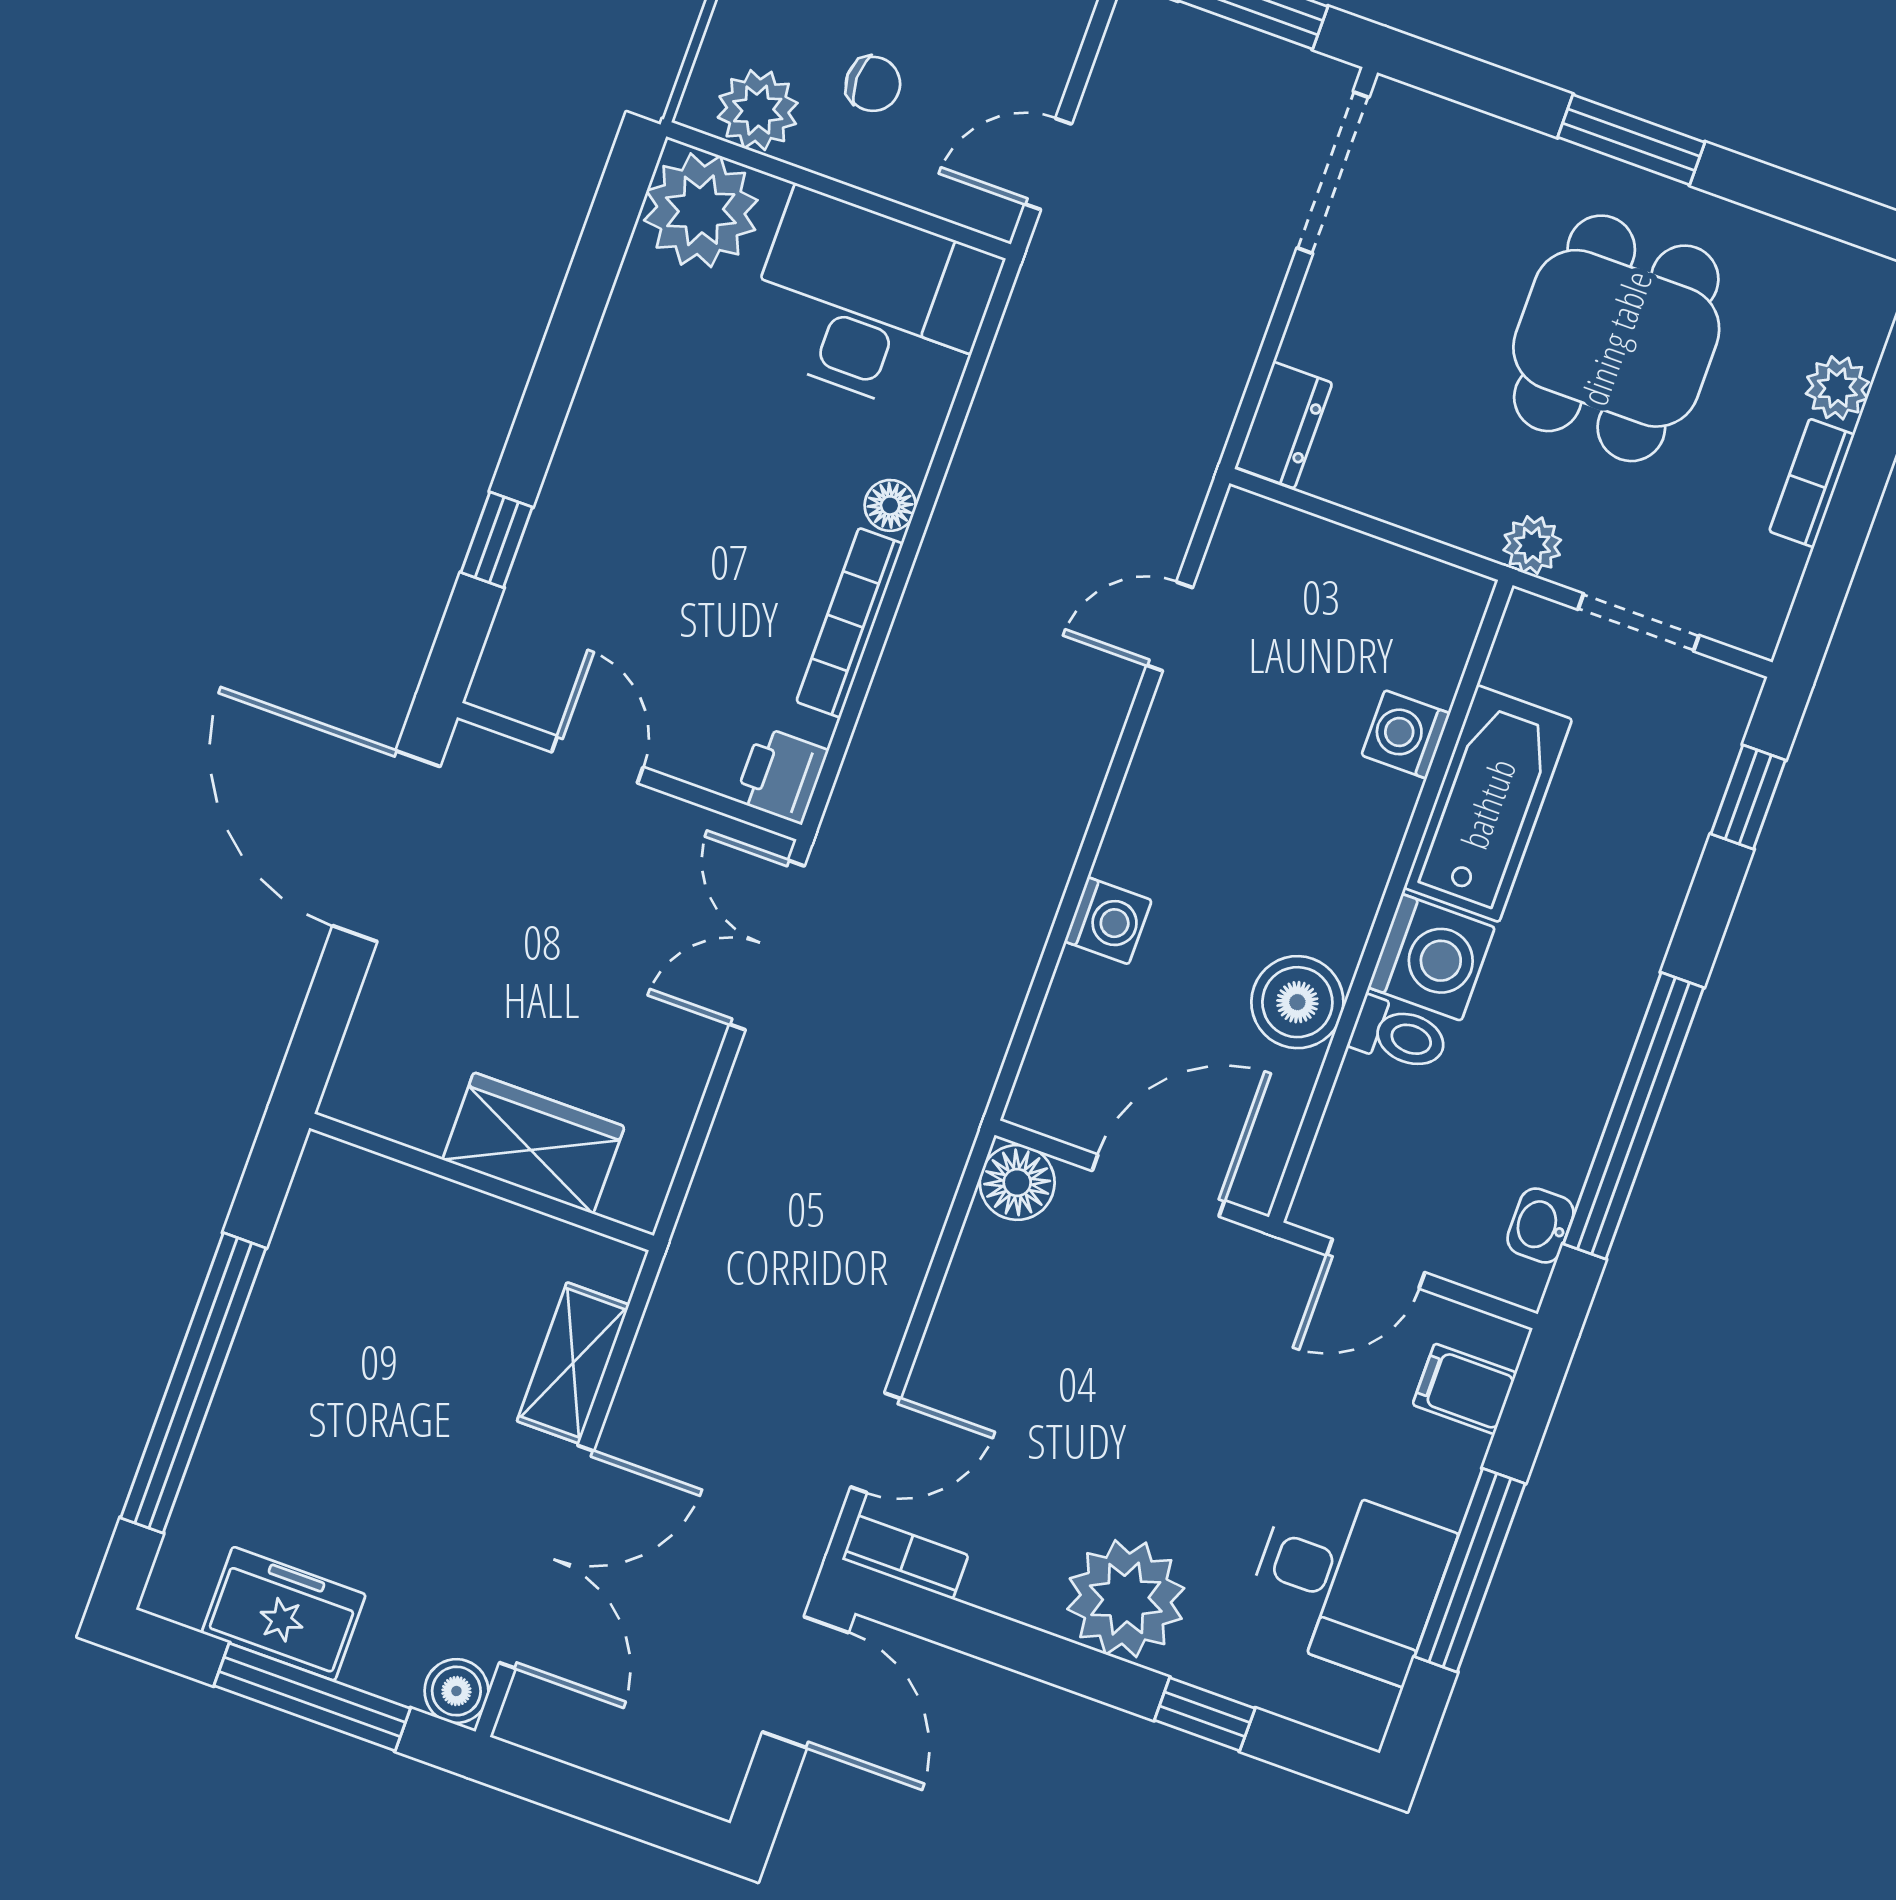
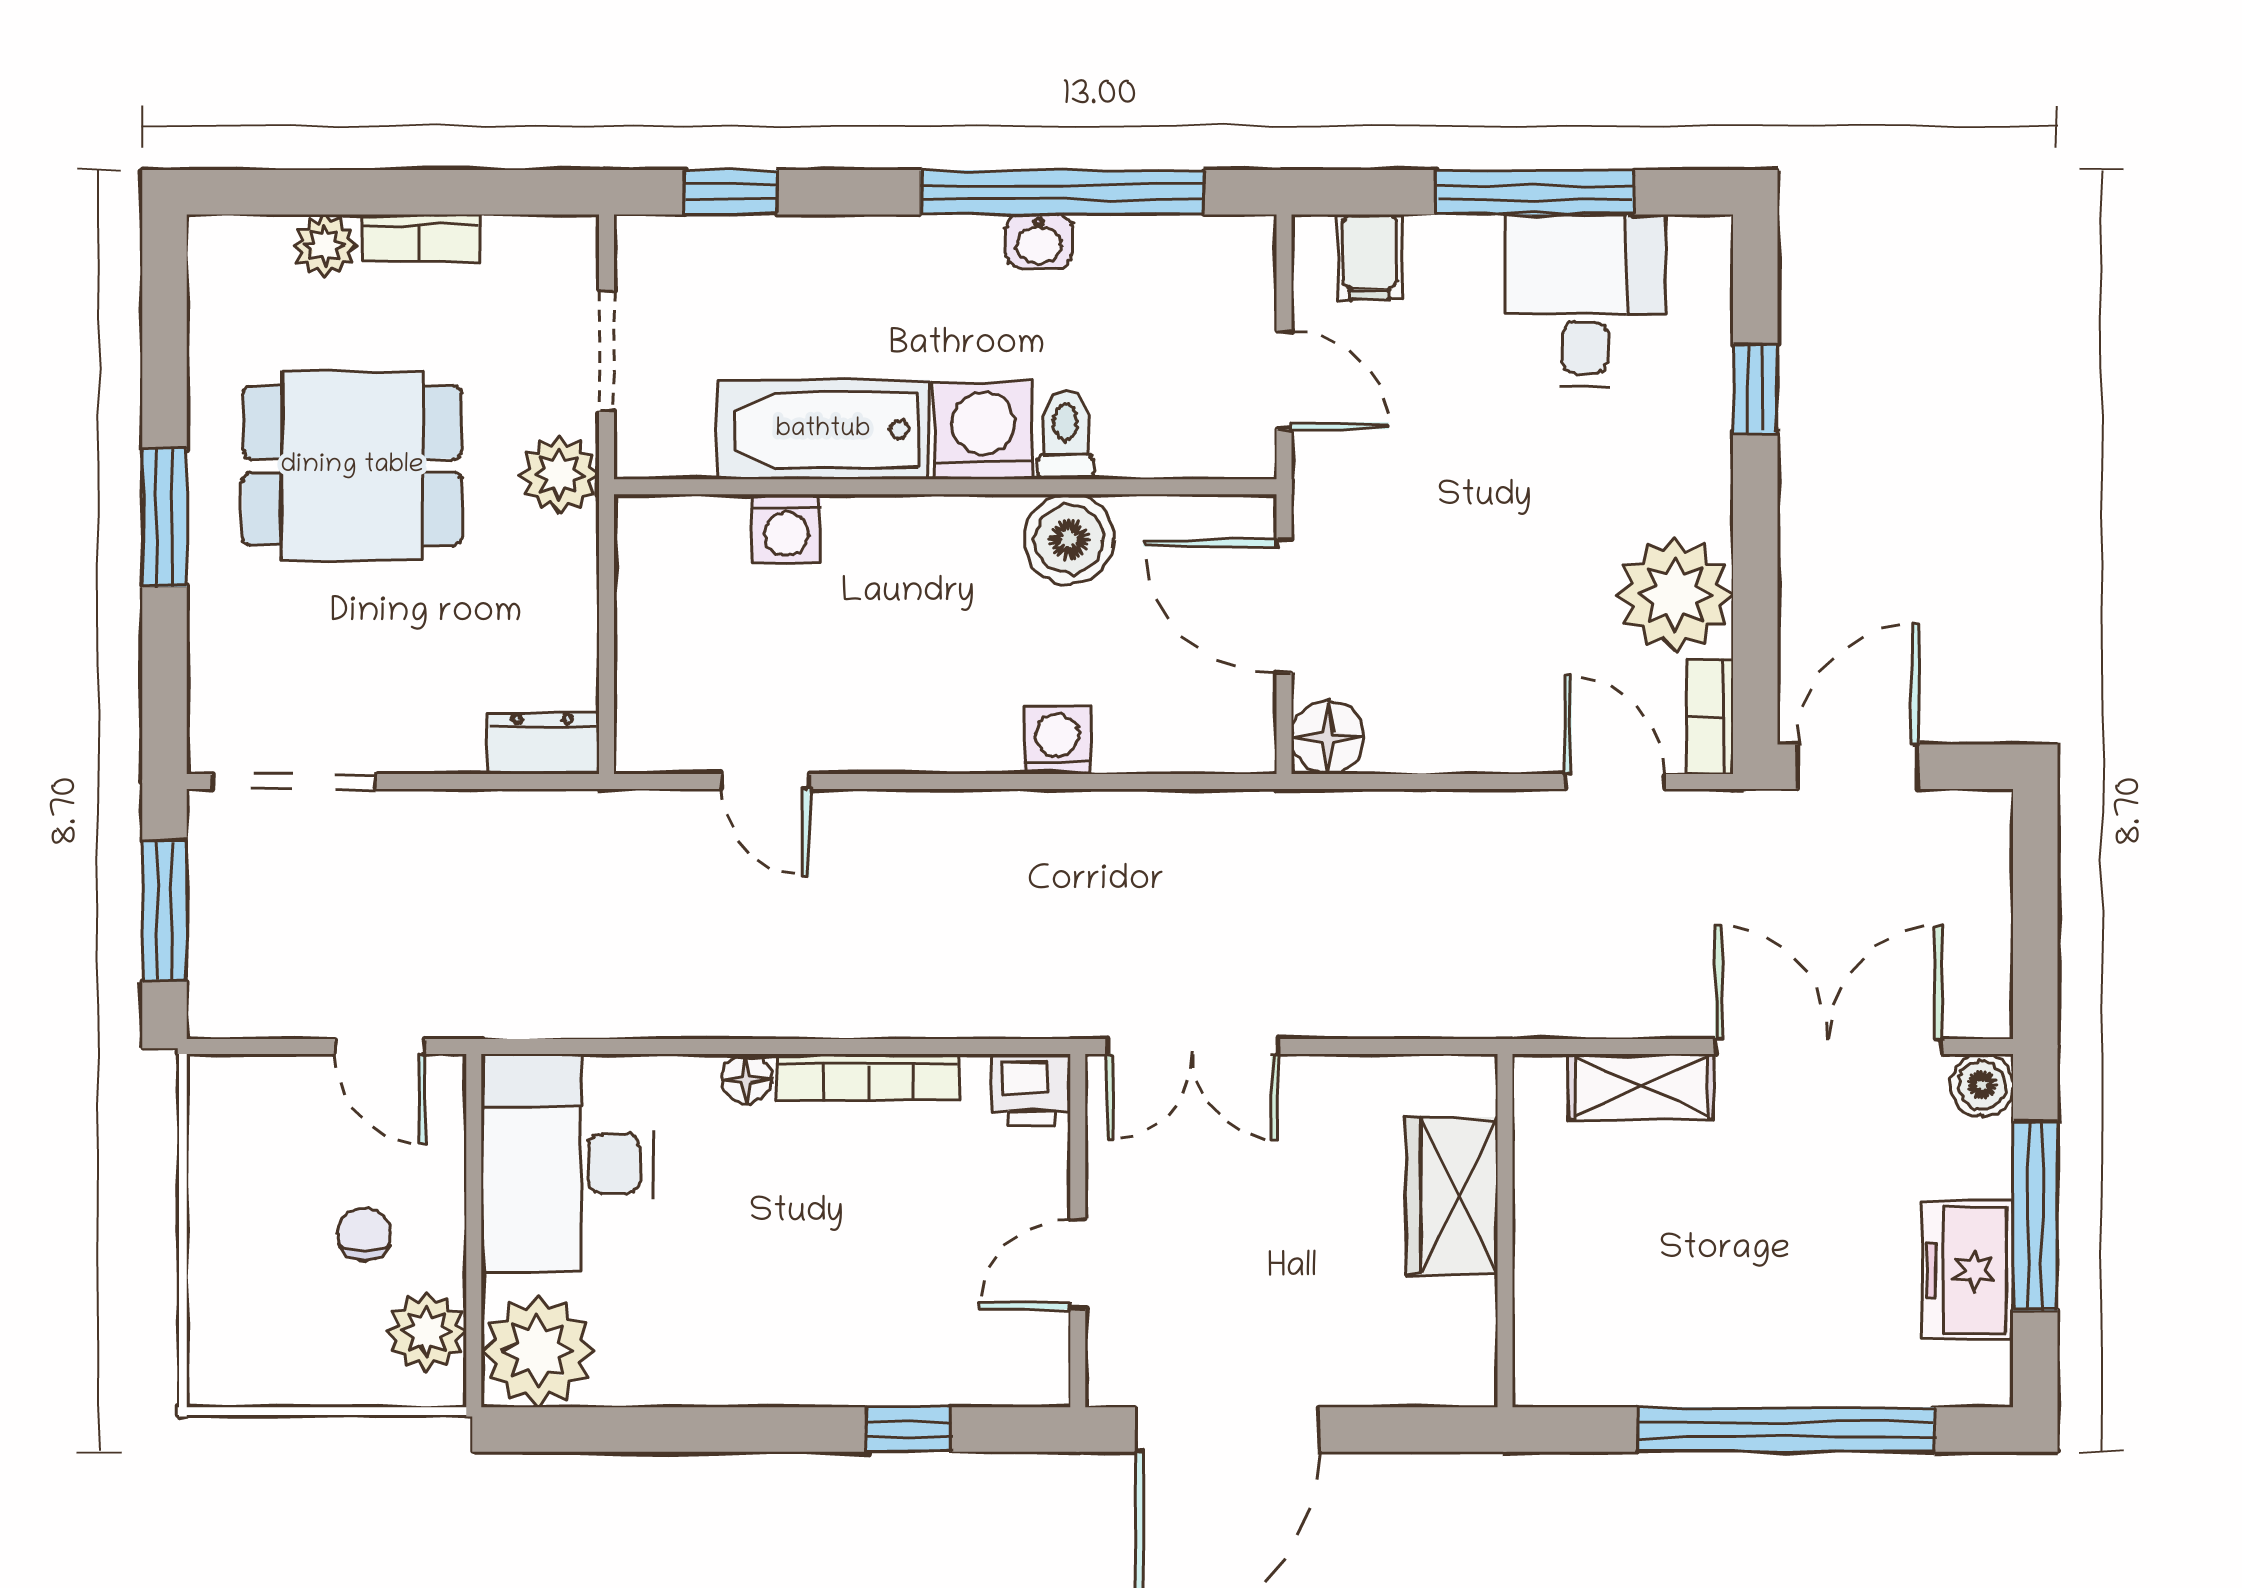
plant: (1532, 545) -> (560, 475), width x1.38, depth x1.38
washbasin: (1541, 1226) -> (1039, 241), moved
plant: (1126, 1599) -> (1675, 595), moved

